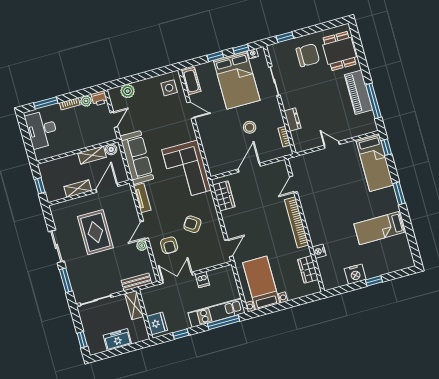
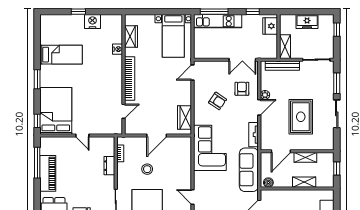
shelving: (92, 155) -> (304, 182), moved
bed: (374, 162) -> (56, 111), width x1.50
dishwasher: (202, 280) -> (222, 52), removed
bench: (136, 282) -> (282, 66), width x1.36

